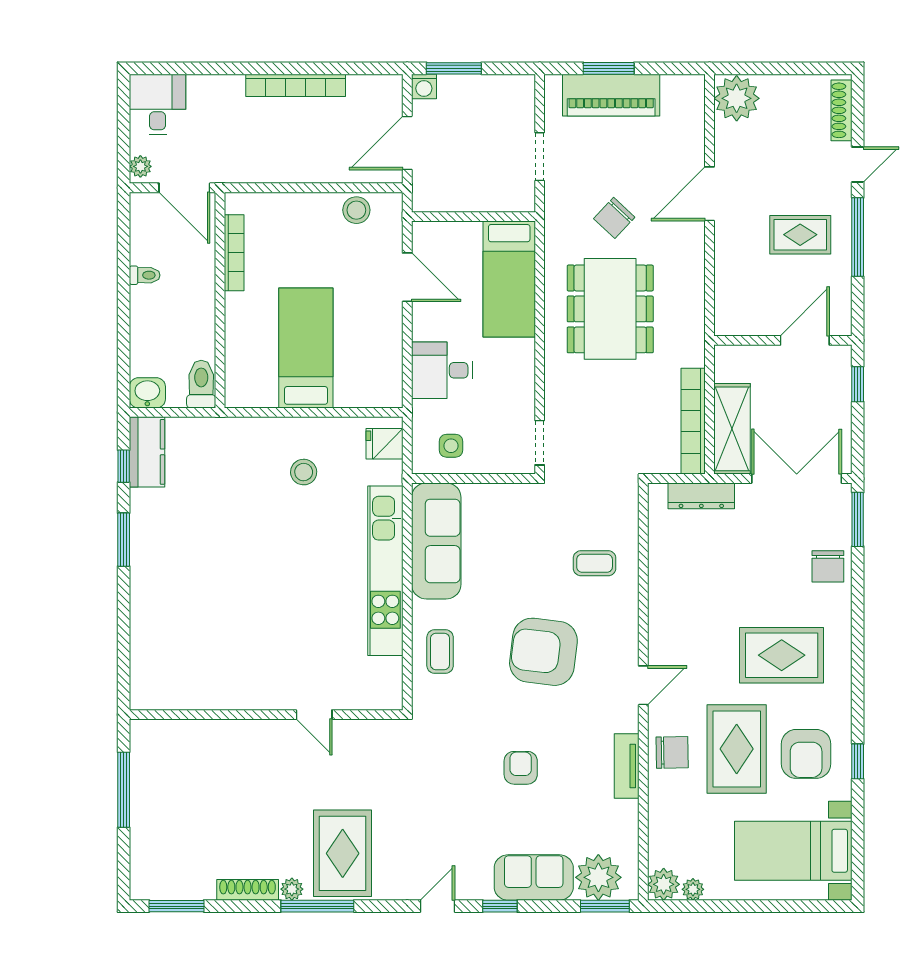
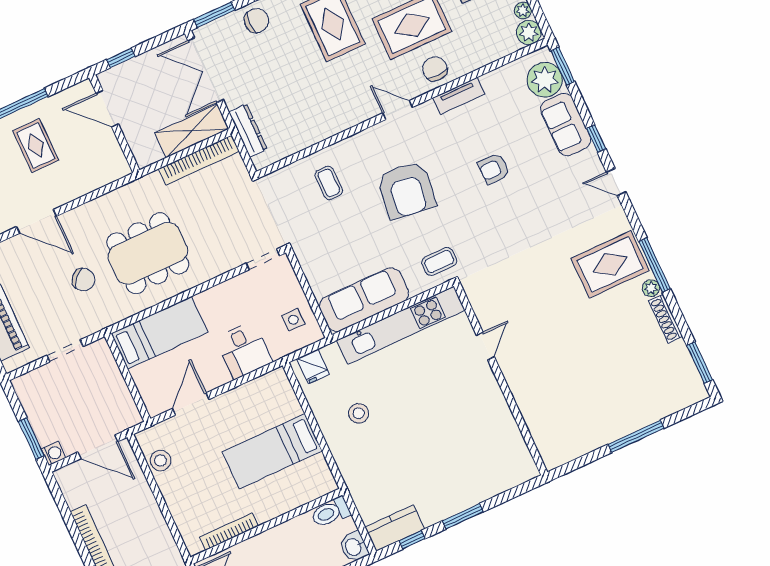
wall: (266, 715) -> (501, 379), moved
door: (314, 715) -> (485, 346), moved

